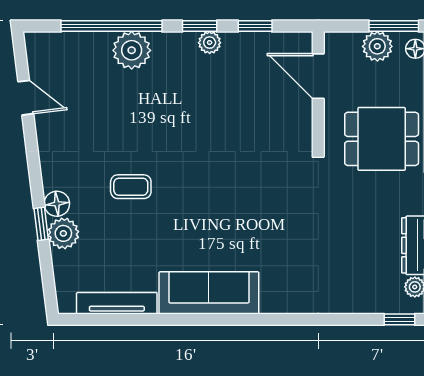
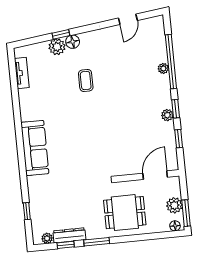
plant: (132, 50) -> (163, 68), width x0.53, depth x0.53
dining table: (382, 139) -> (125, 213), turned 90
sofa: (209, 293) -> (35, 148), moved
tv unit: (117, 303) -> (22, 73), width x0.71
window: (399, 319) -> (27, 211), moved

